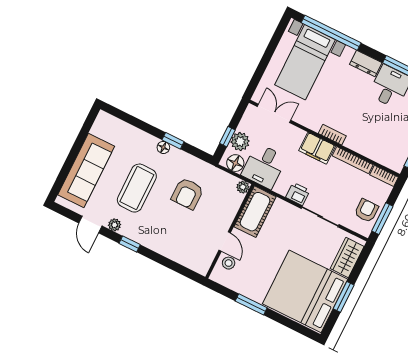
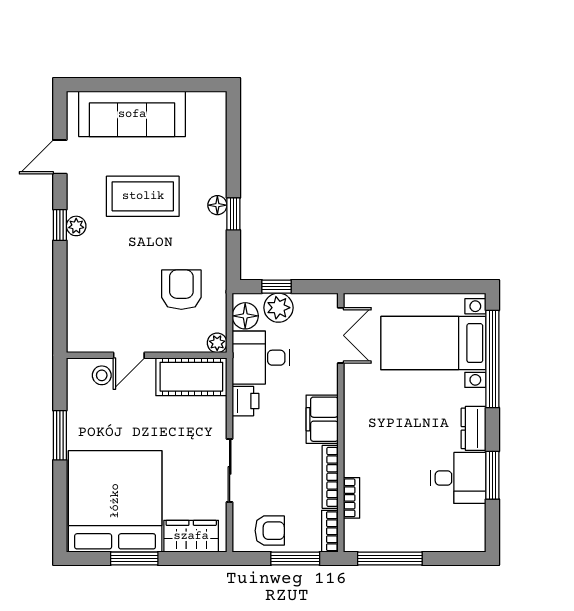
bookcase: (332, 135) -> (352, 498), moved
armchair: (187, 194) -> (181, 290), moved, turned 90
printer: (298, 194) -> (245, 401), moved
window: (382, 219) -> (295, 558), moved
plant: (115, 225) -> (76, 226), moved

